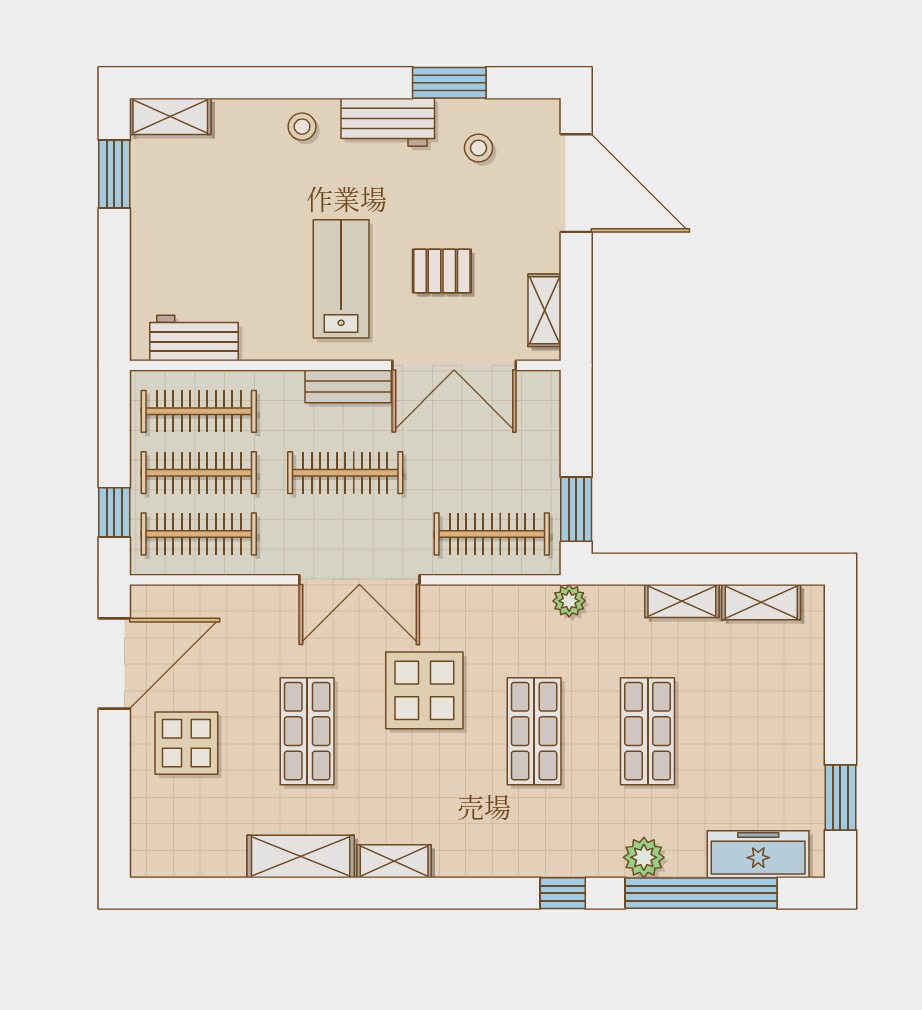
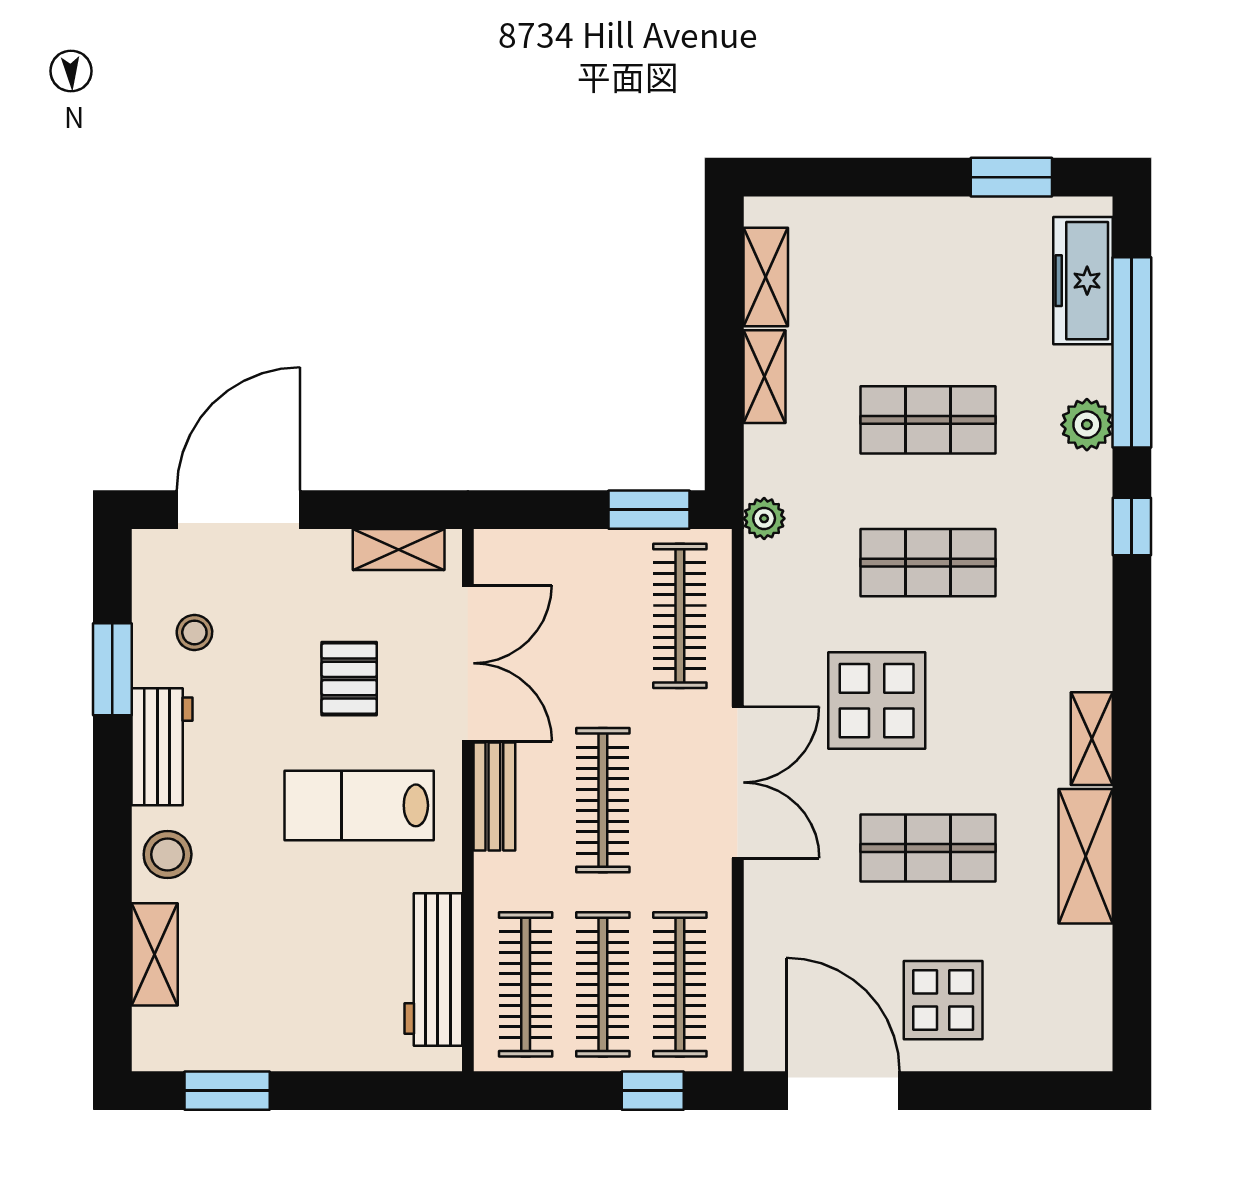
shelving: (170, 116) -> (155, 954), moved
stool: (302, 127) -> (168, 854), width x1.37, depth x1.37
workbench: (194, 338) -> (433, 970), width x1.38

